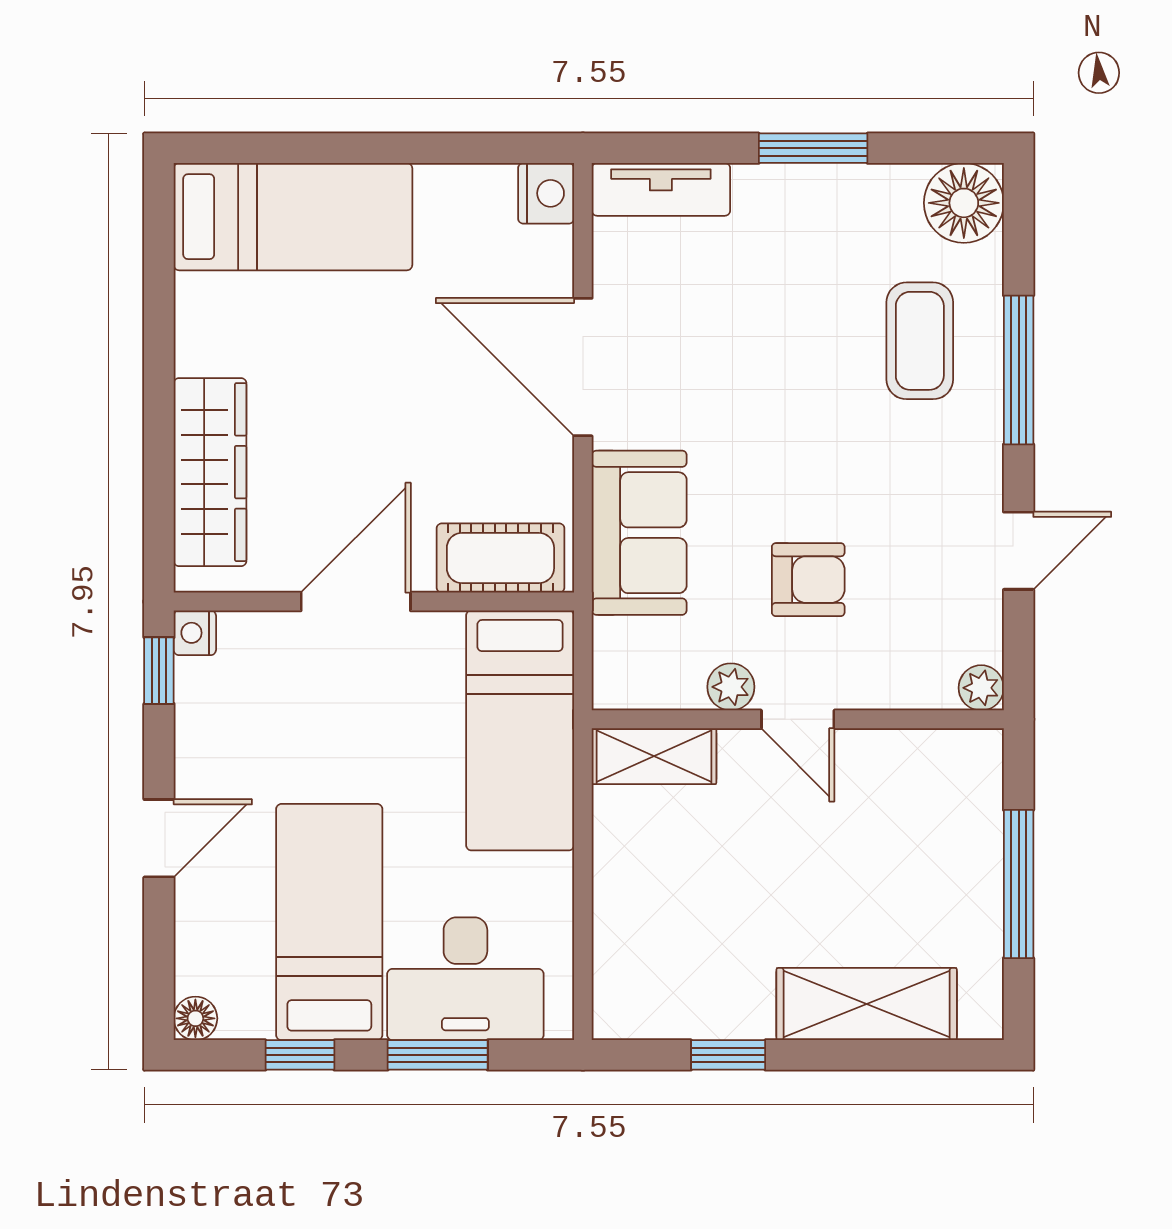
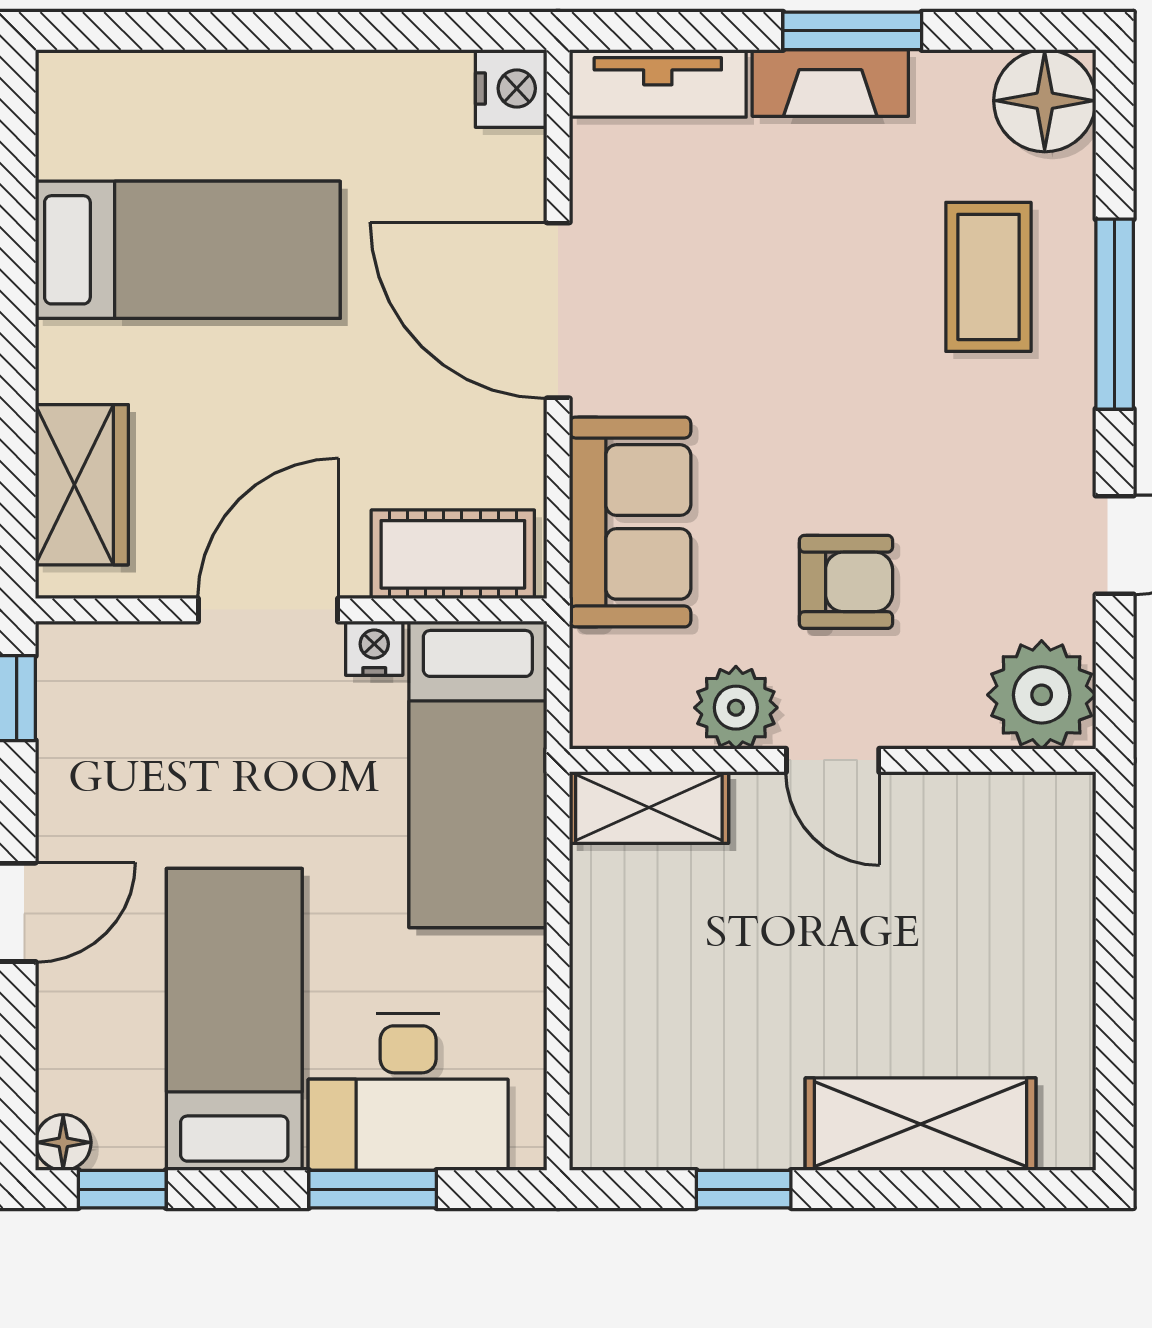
fireplace: (796, 189) -> (830, 83), added
bed: (293, 217) -> (188, 250), moved
wardrobe: (210, 472) -> (82, 485), width x0.67
nightstand: (195, 633) -> (374, 648), moved, turned 90
plant: (731, 687) -> (736, 708), width x1.38, depth x1.38
plant: (981, 688) -> (1042, 695), width x1.87, depth x1.87
window: (1019, 884) -> (1115, 971), removed
window: (300, 1055) -> (122, 1189), moved

